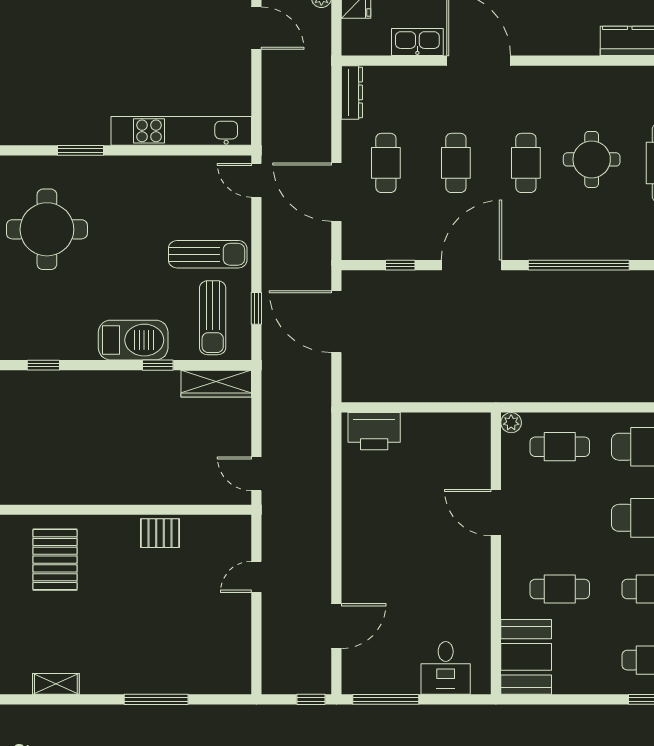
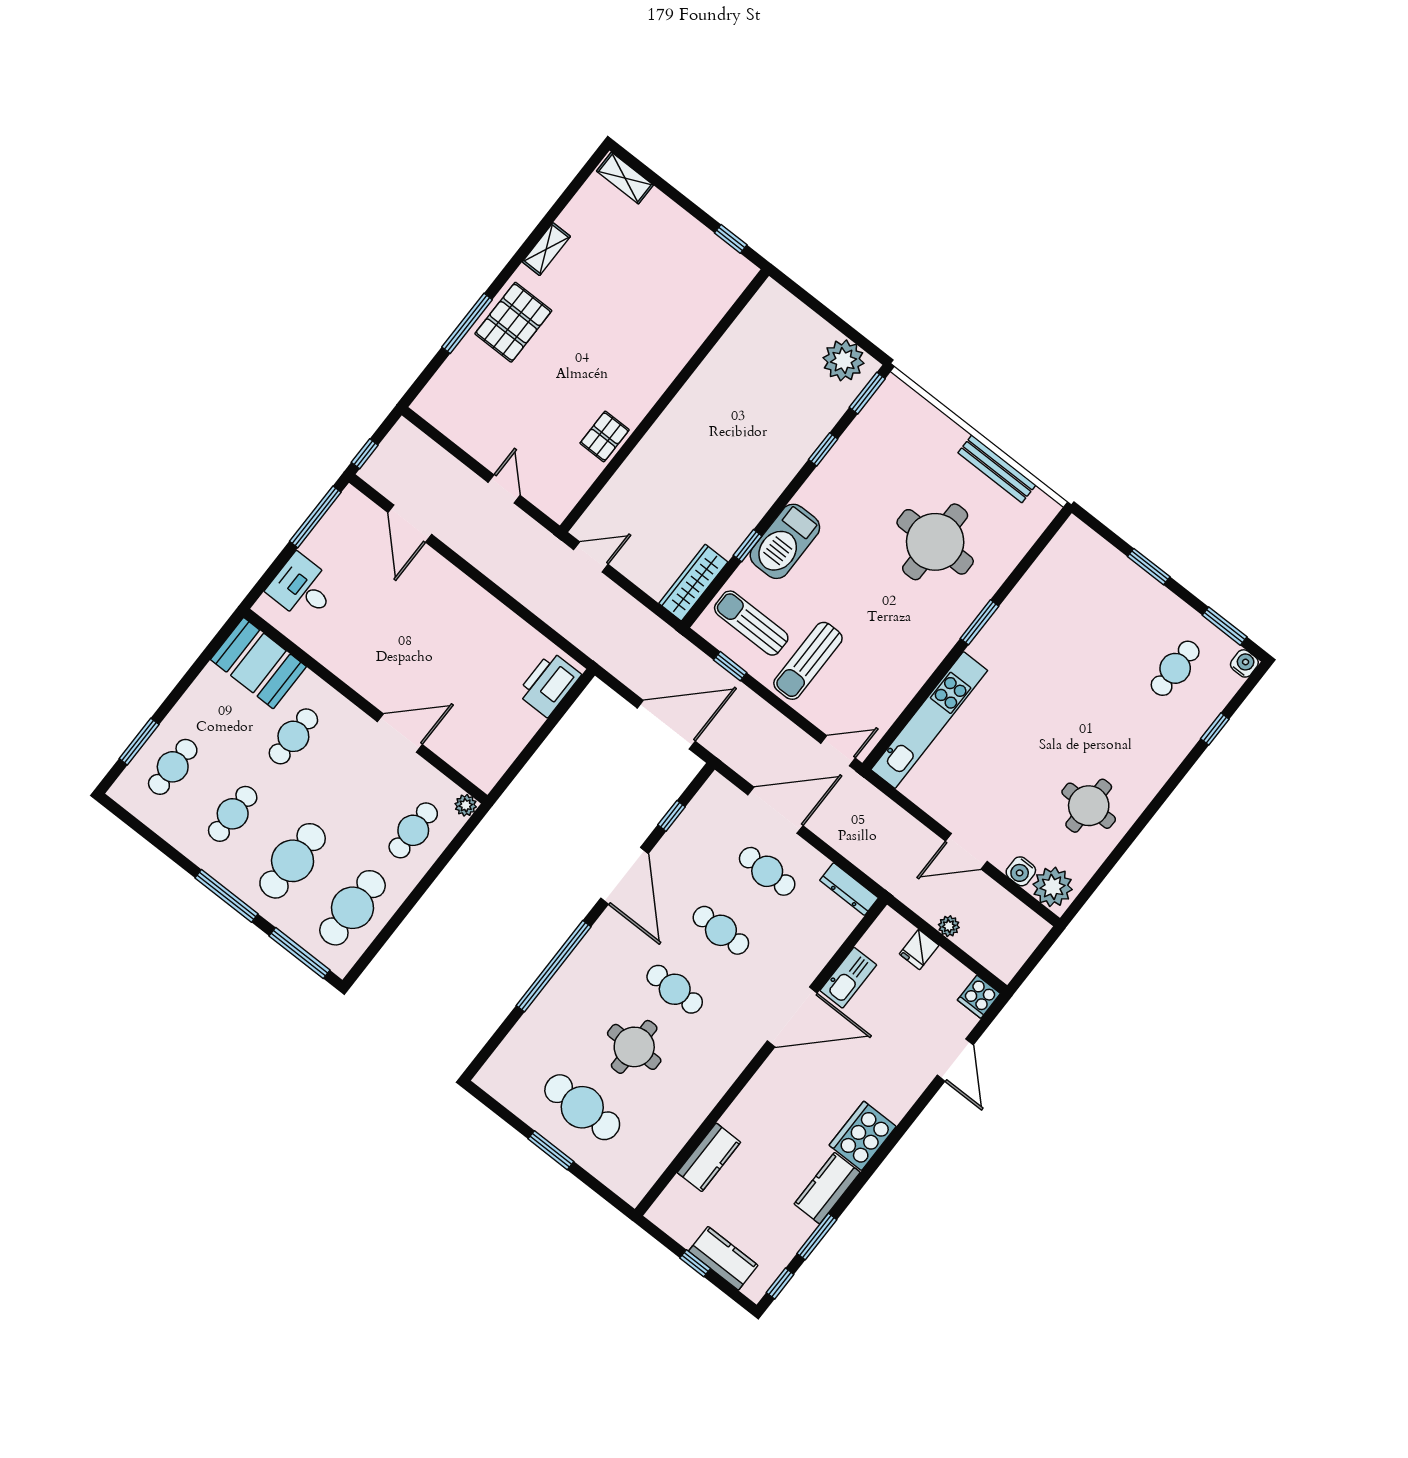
pallet: (55, 560) -> (513, 322), moved, turned 90

